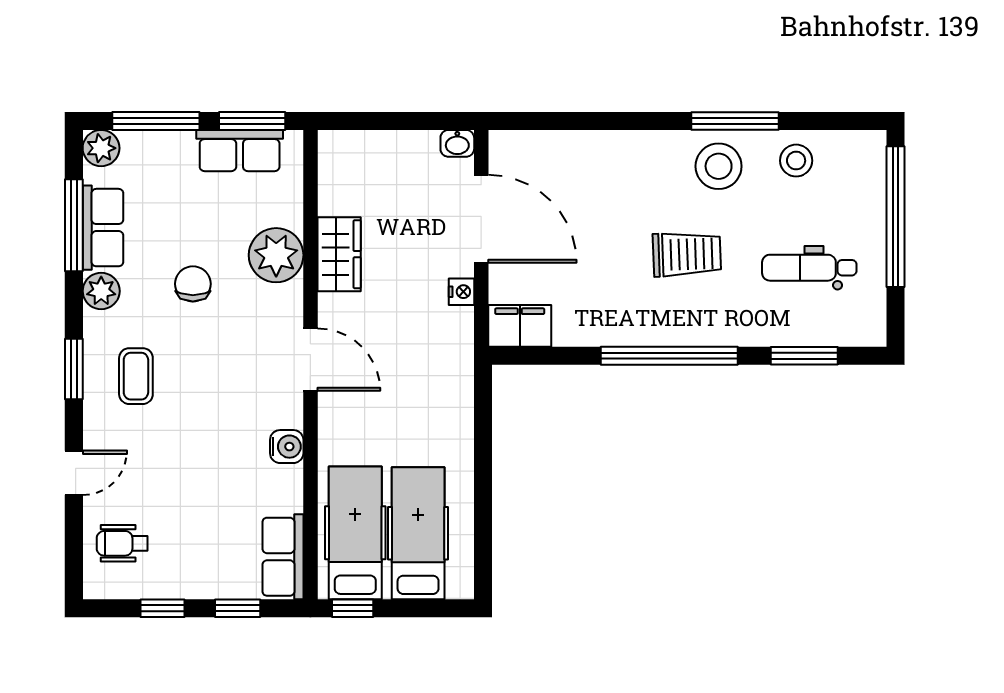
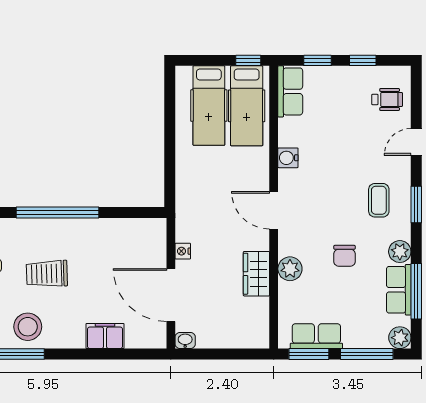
plant: (276, 255) -> (290, 269), width x0.73, depth x0.73
filing cabinet: (520, 326) -> (105, 336), moved, turned 180

